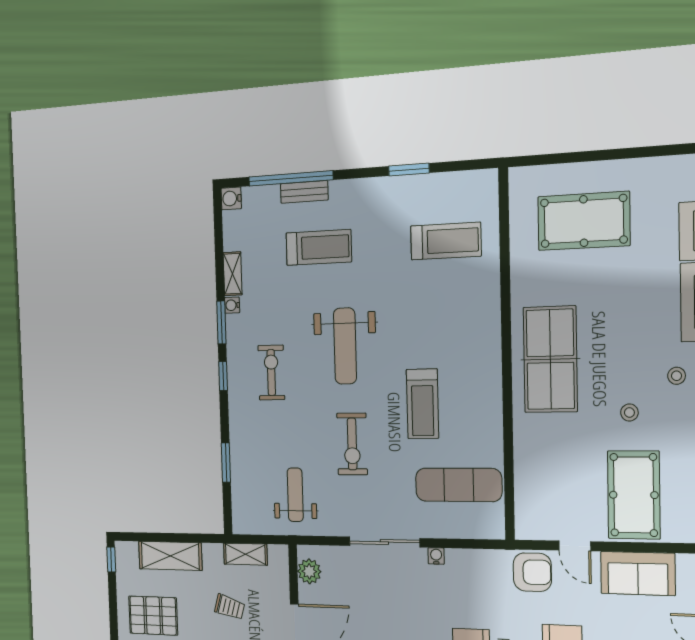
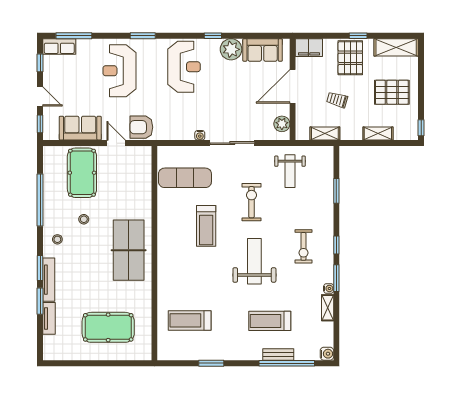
treadmill: (423, 404) -> (206, 226), turned 180
shelving: (170, 556) -> (378, 134), width x0.67, depth x0.75

